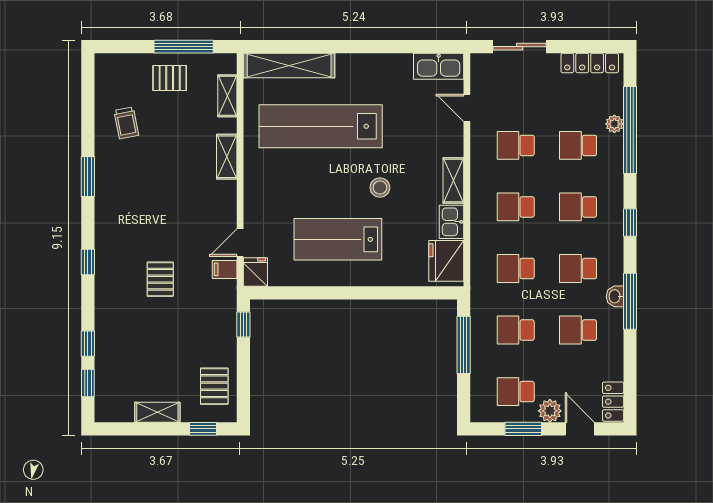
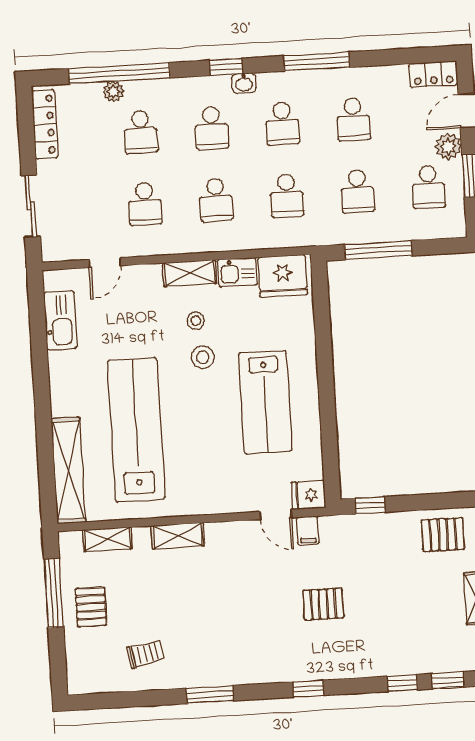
kitchen sink: (439, 66) -> (60, 320), moved
lab bench: (321, 126) -> (136, 430), turned 180
stool: (412, 183) -> (196, 321), added
washbasin: (615, 296) -> (244, 83), moved

